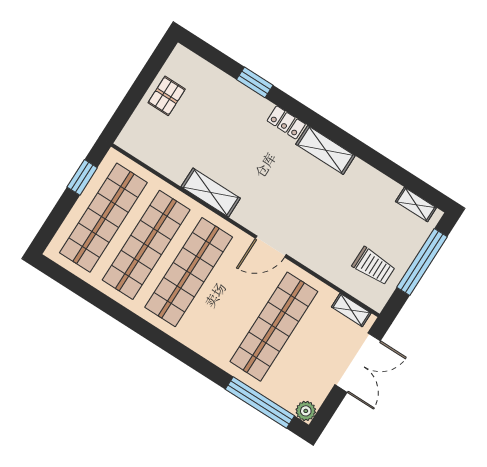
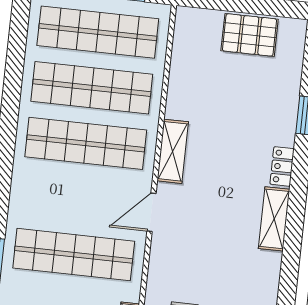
pallet: (167, 96) -> (250, 35), width x1.50, depth x1.42
shelving: (211, 192) -> (173, 151), moved
door: (271, 246) -> (151, 212), hinge flipped

